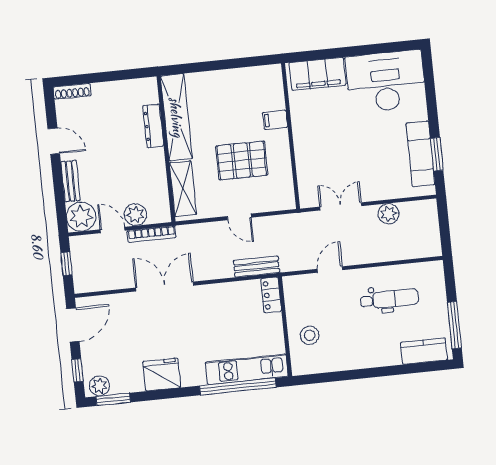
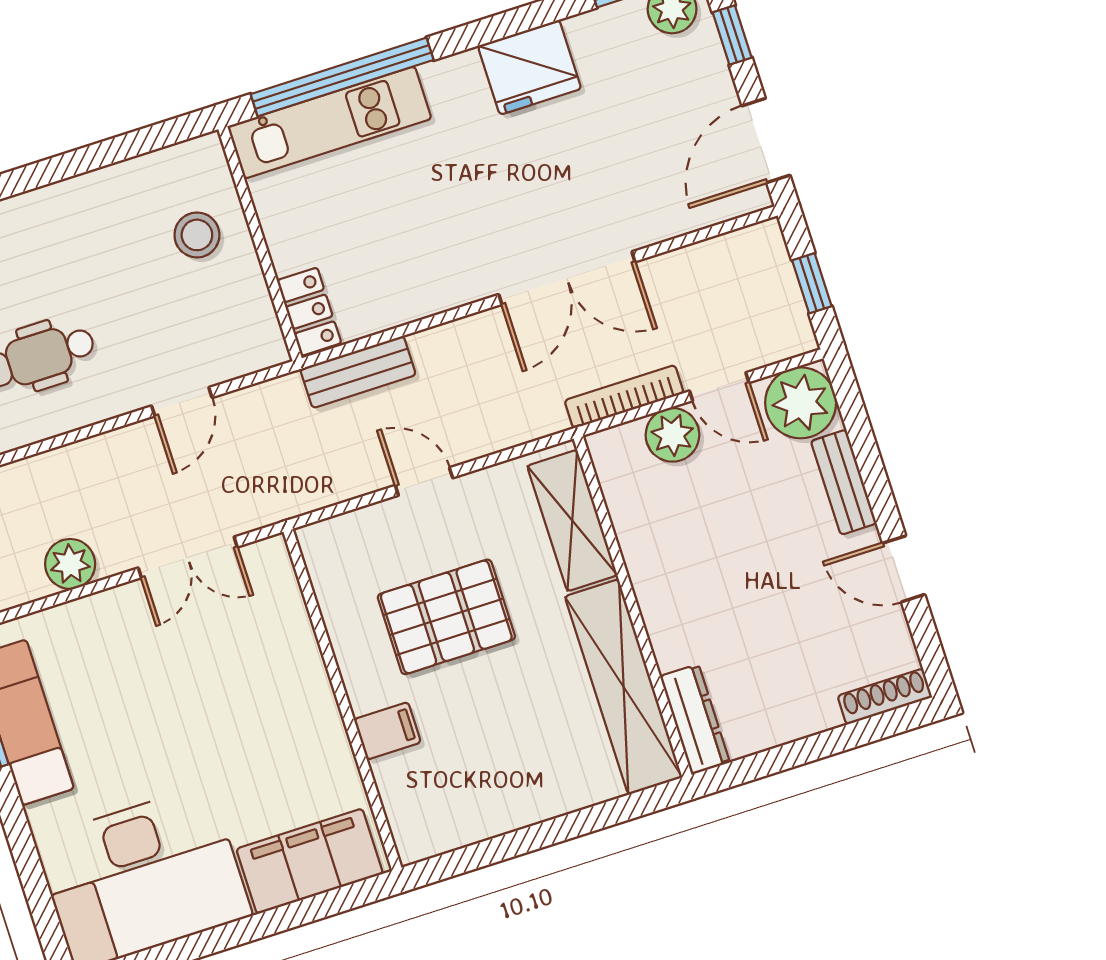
dresser: (153, 126) -> (695, 719), moved

